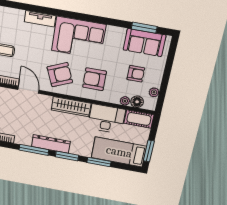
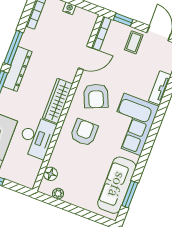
sofa: (145, 43) -> (117, 185), width x1.36
armchair: (136, 74) -> (82, 178), removed
plant: (125, 101) -> (54, 161), removed
cot: (139, 119) -> (30, 173), removed

